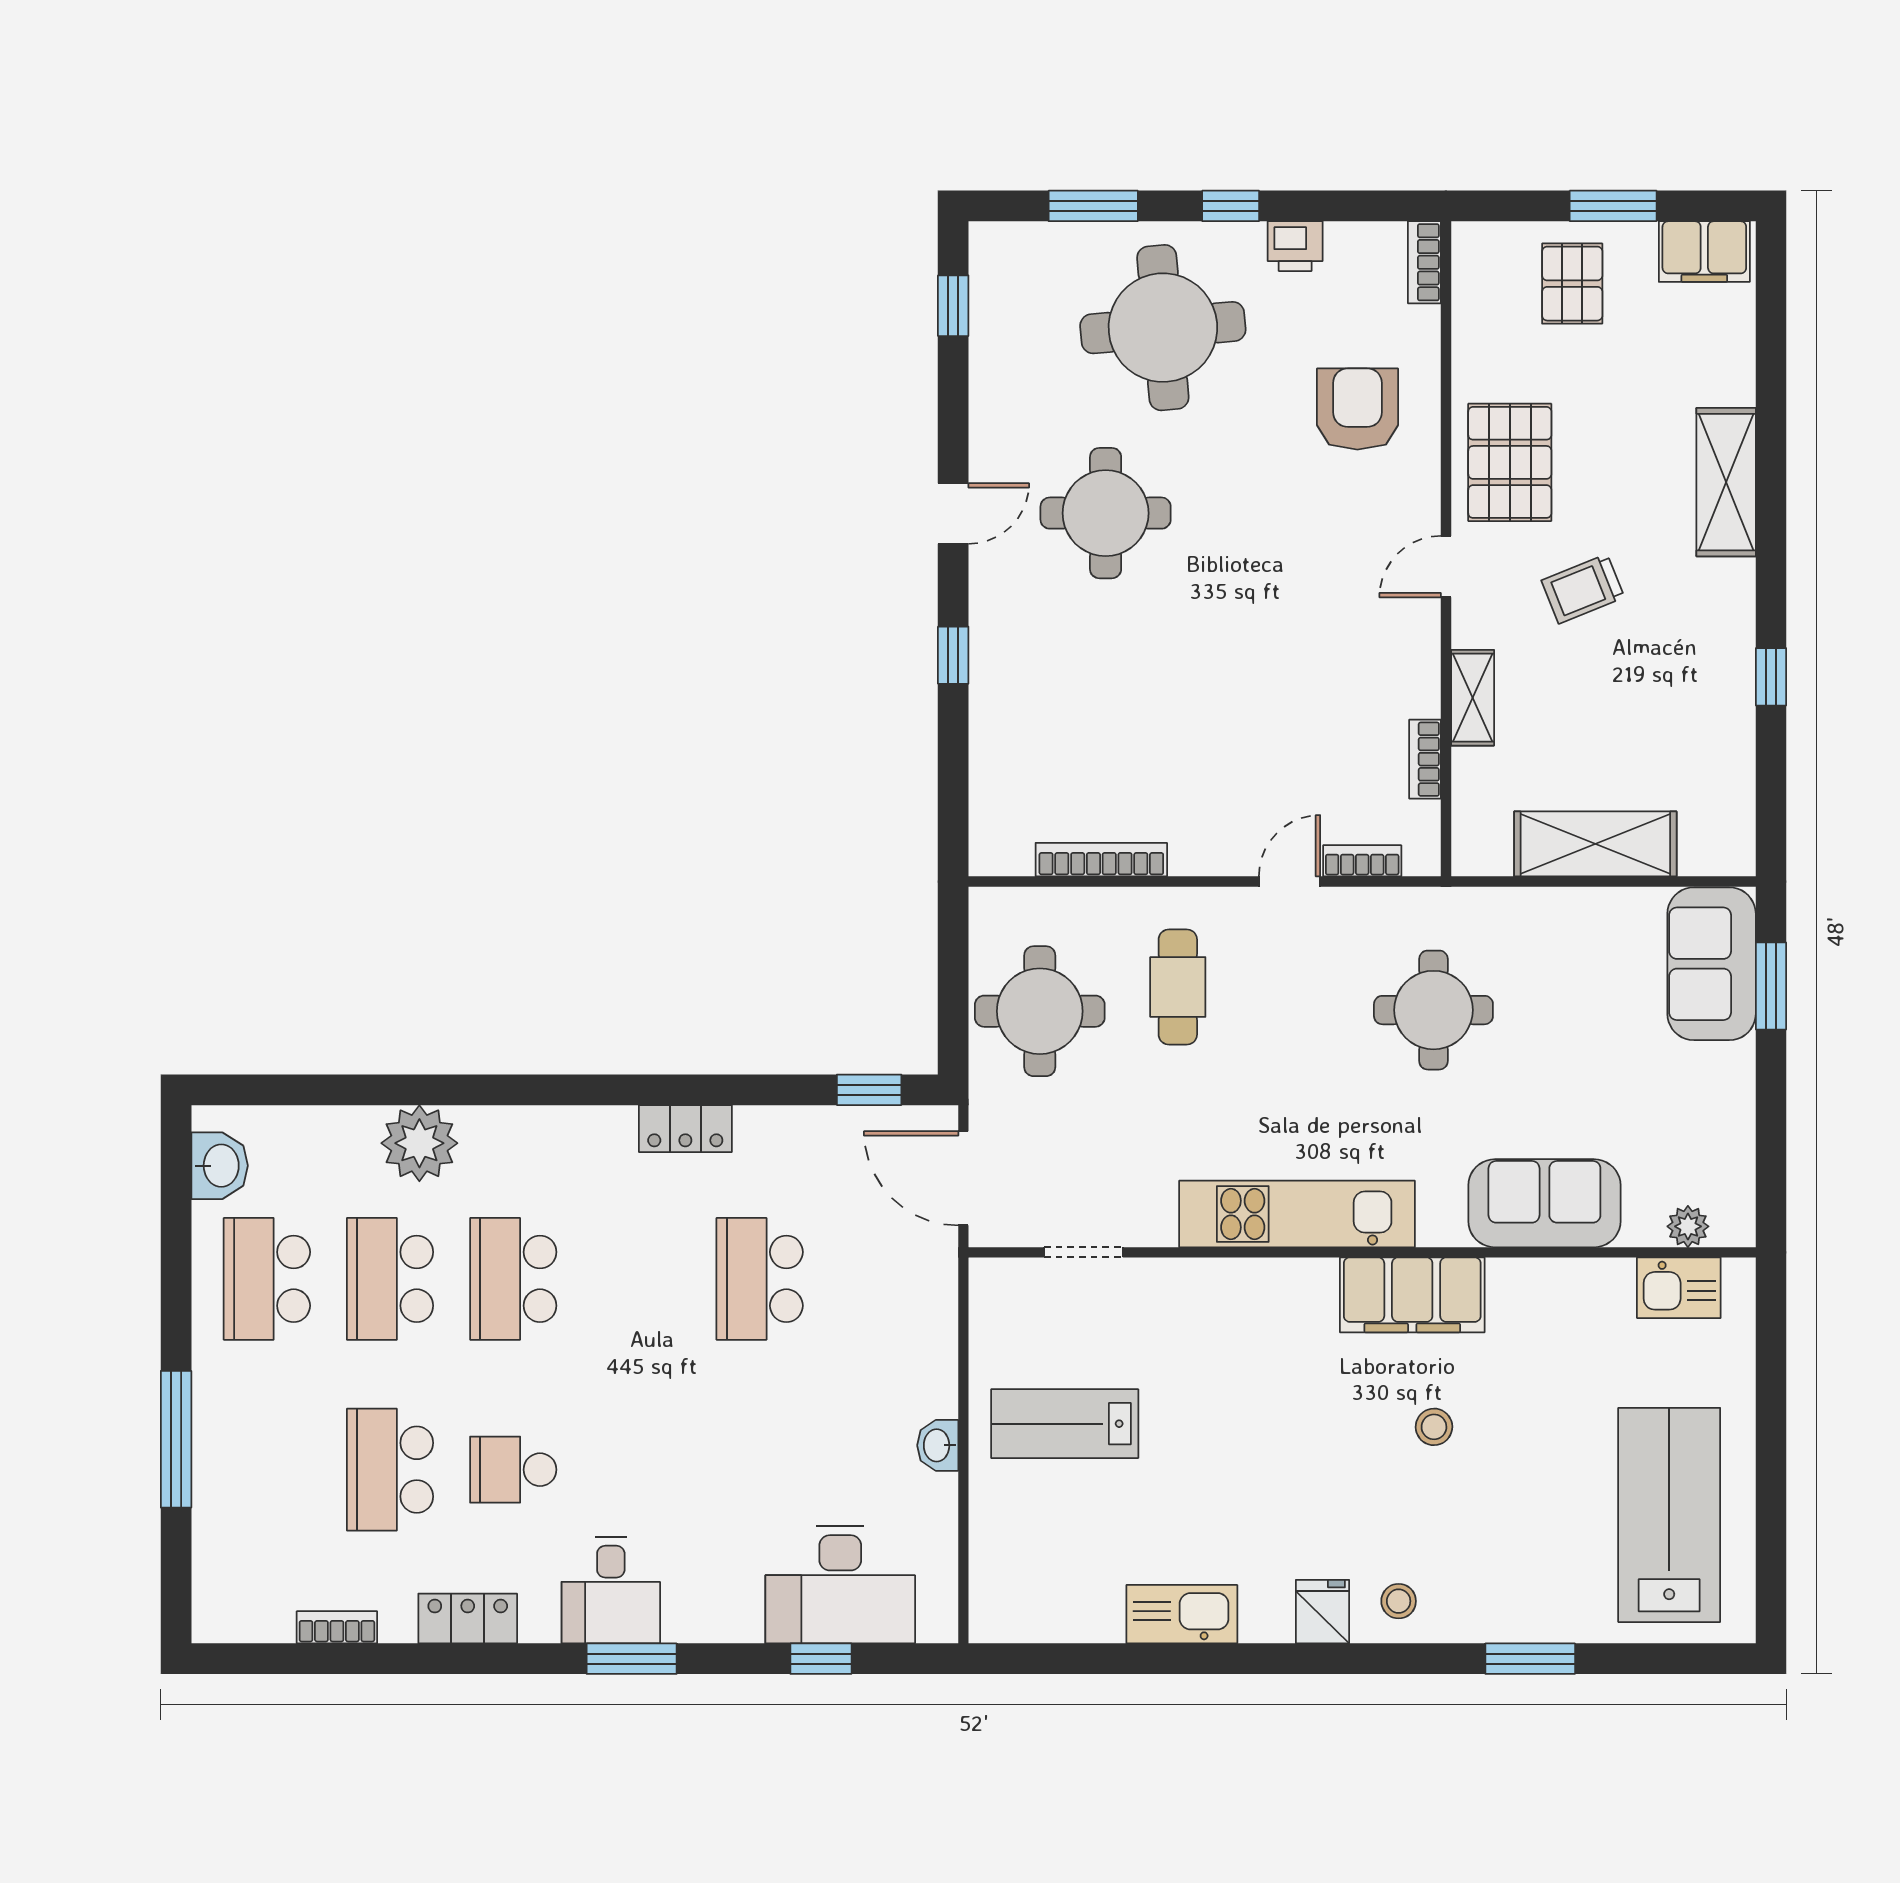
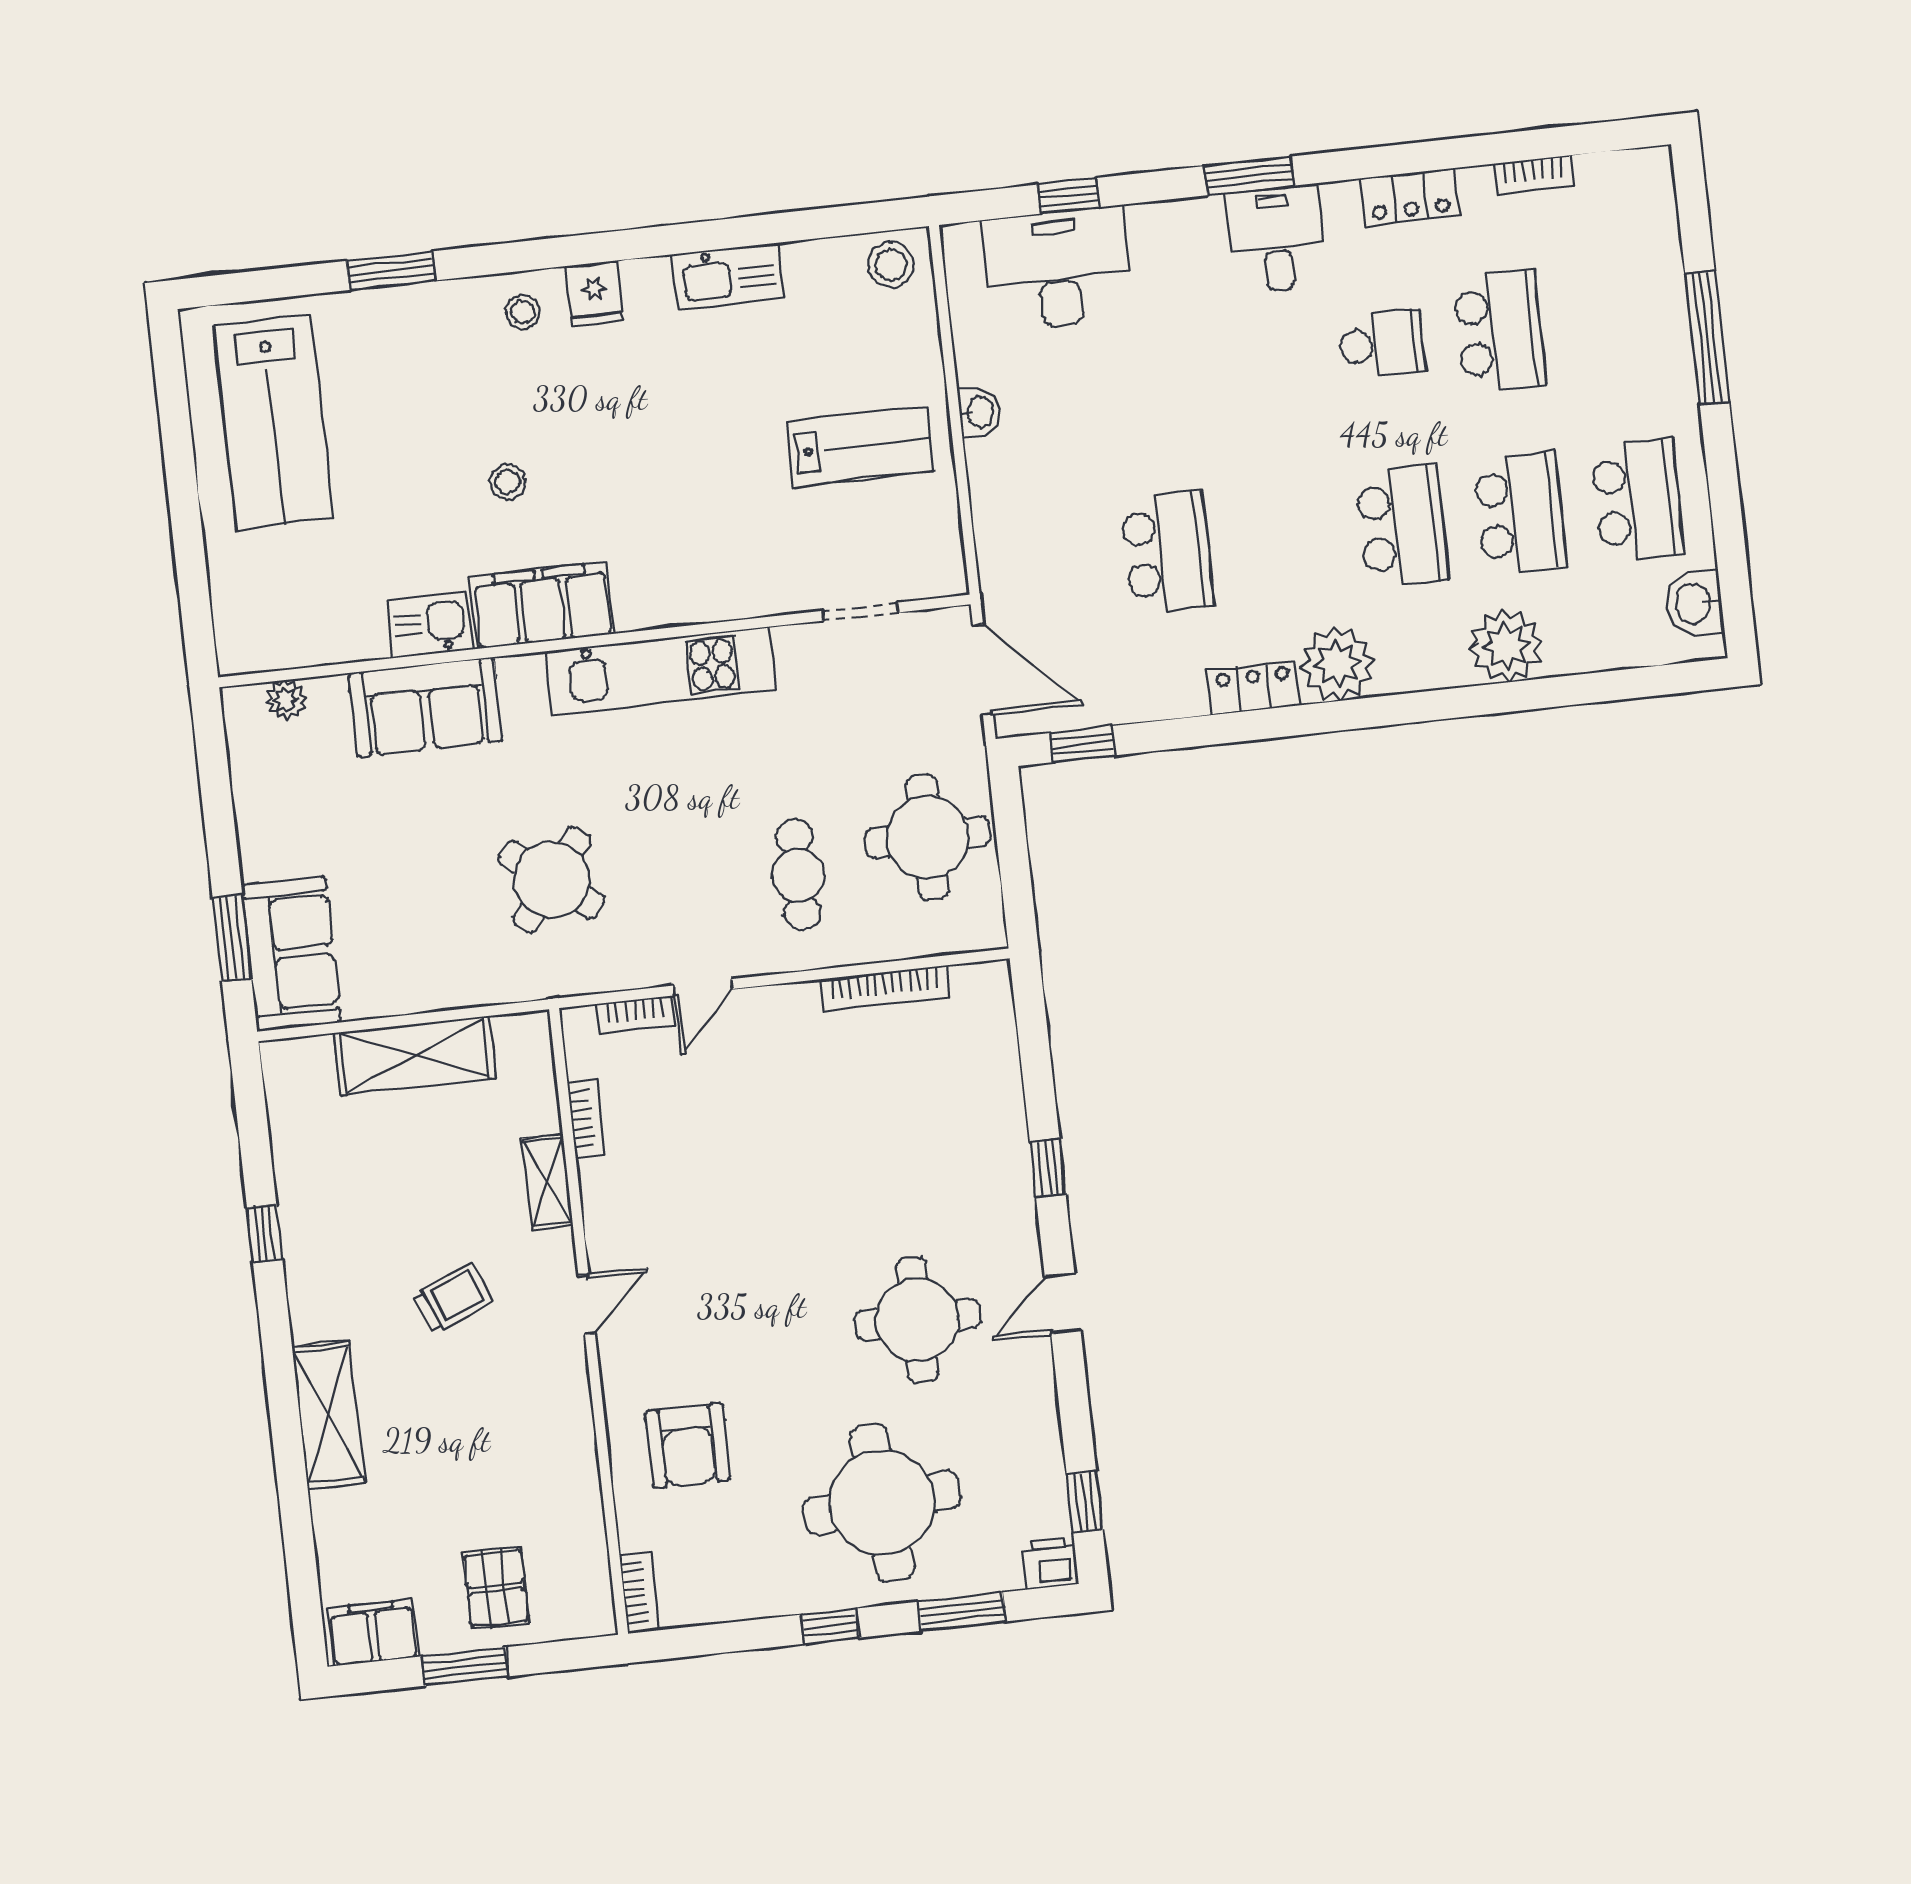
printer: (1295, 246) -> (1050, 1563), moved
pallet: (1510, 462) -> (537, 1411), removed
round table: (1433, 1010) -> (552, 880), turned 38
plant: (596, 1144) -> (1337, 664), added
kitchen sink: (1679, 1288) -> (430, 625), moved
stool: (1012, 1608) -> (891, 265), added

